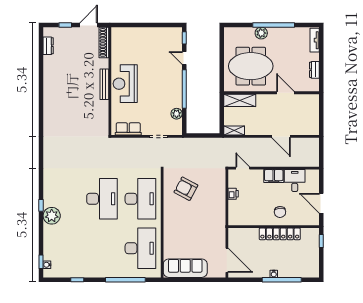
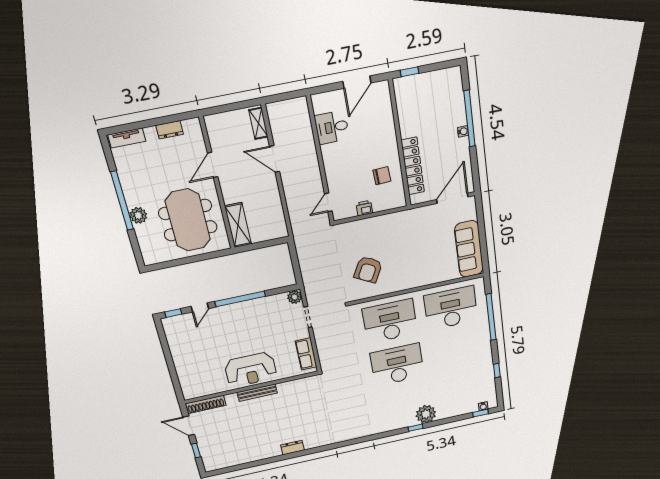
dresser: (48, 46) -> (293, 448), moved
plant: (177, 114) -> (295, 297), moved
shelving: (234, 130) -> (258, 123), moved
door: (281, 136) -> (275, 159), swing flipped
filing cabinet: (274, 176) -> (331, 158), removed
chair: (280, 212) -> (382, 176), moved
locker: (280, 234) -> (413, 166), moved

